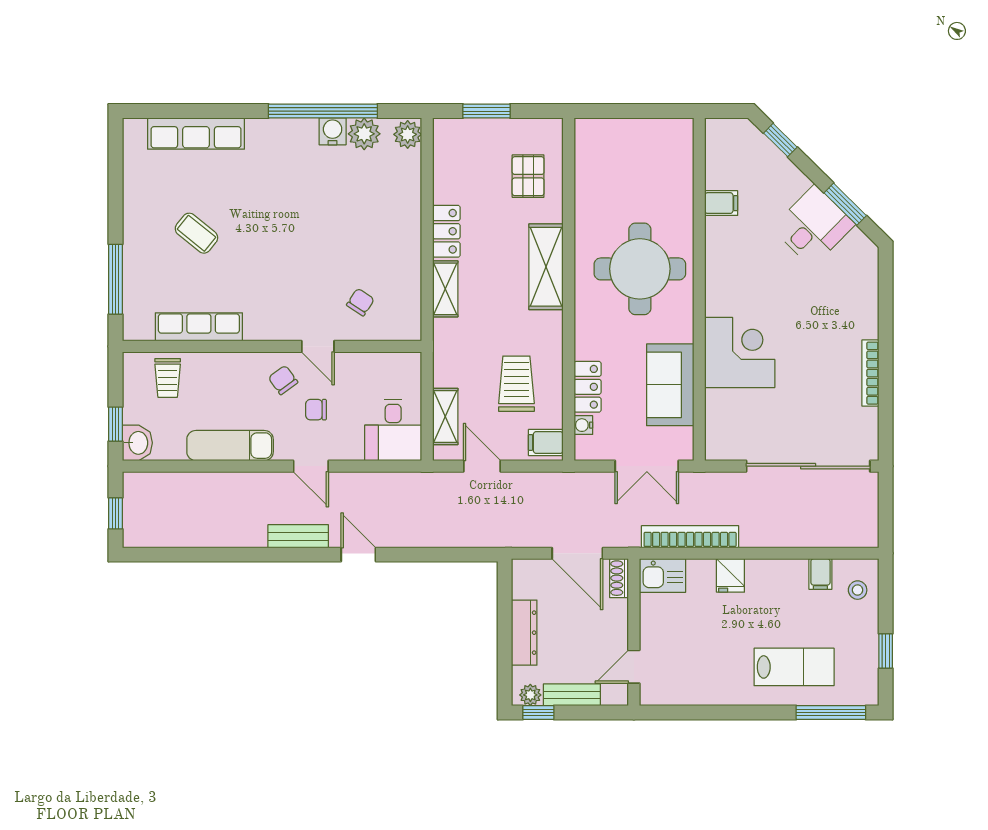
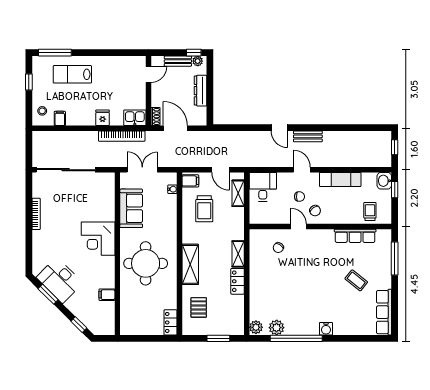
water cooler: (333, 131) -> (326, 329), moved
row of seats: (196, 134) -> (384, 312), moved, turned -90
desk: (813, 226) -> (60, 280), width x1.37
corner desk: (740, 352) -> (98, 239), moved
locker: (588, 387) -> (170, 322), moved

